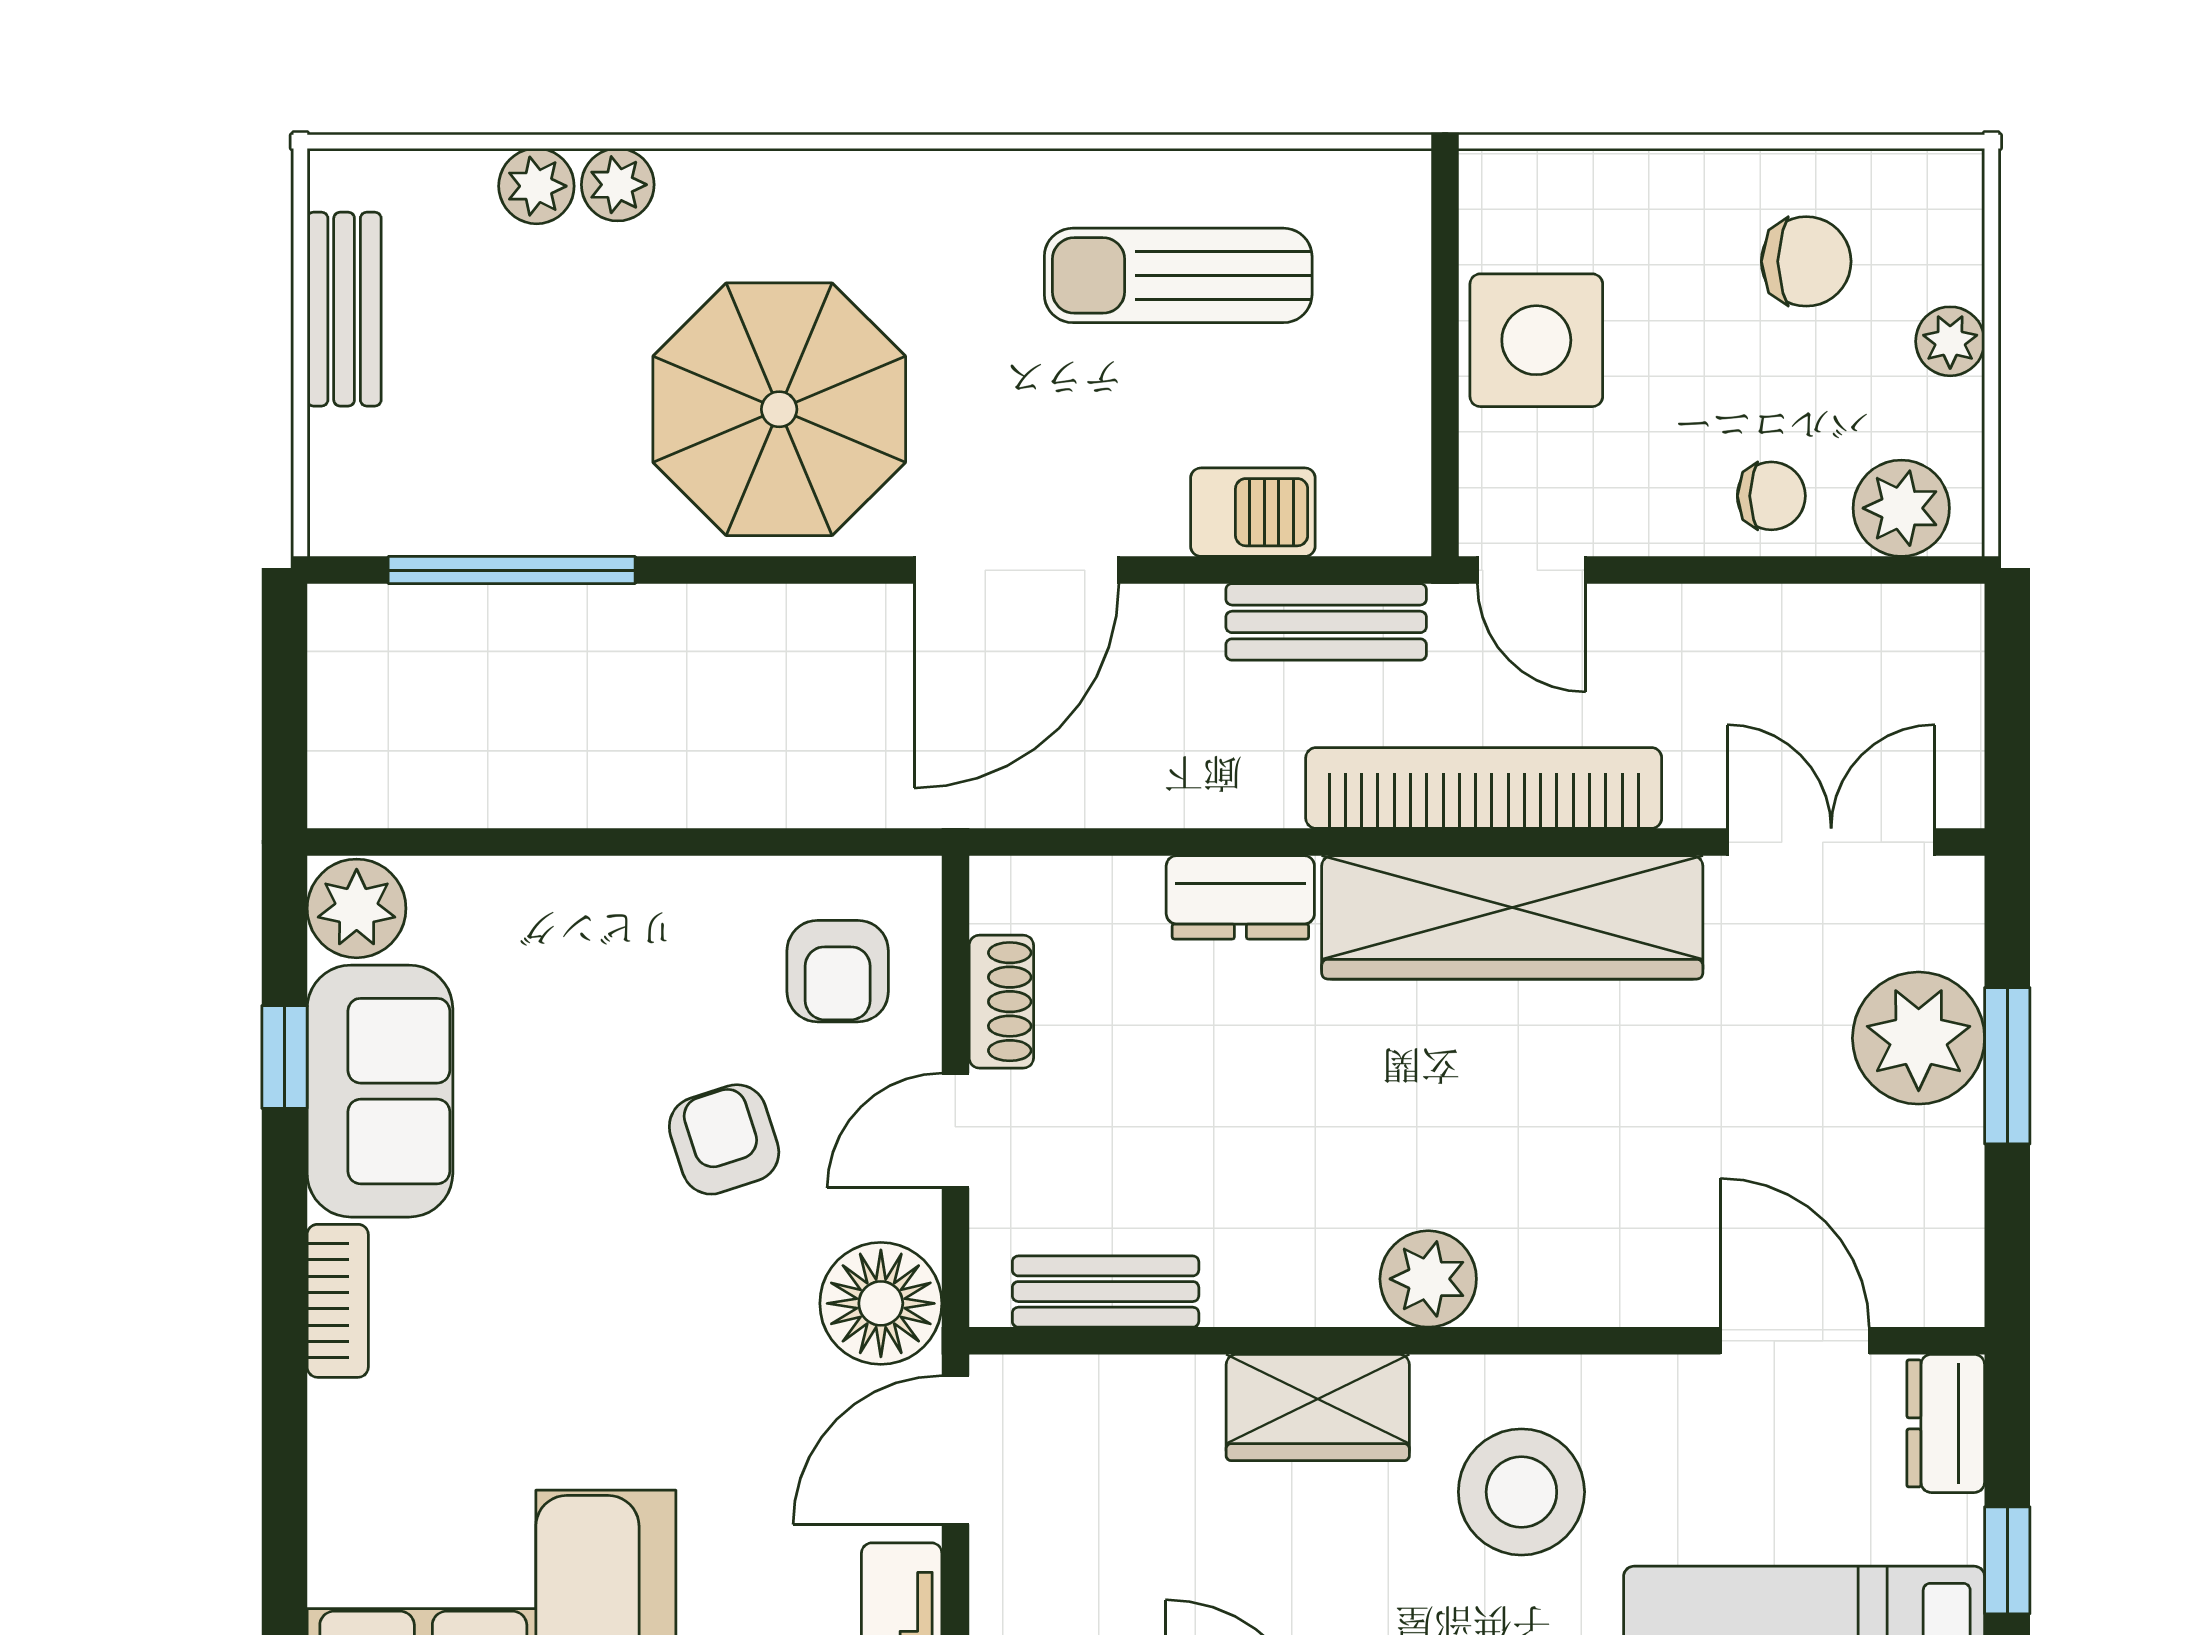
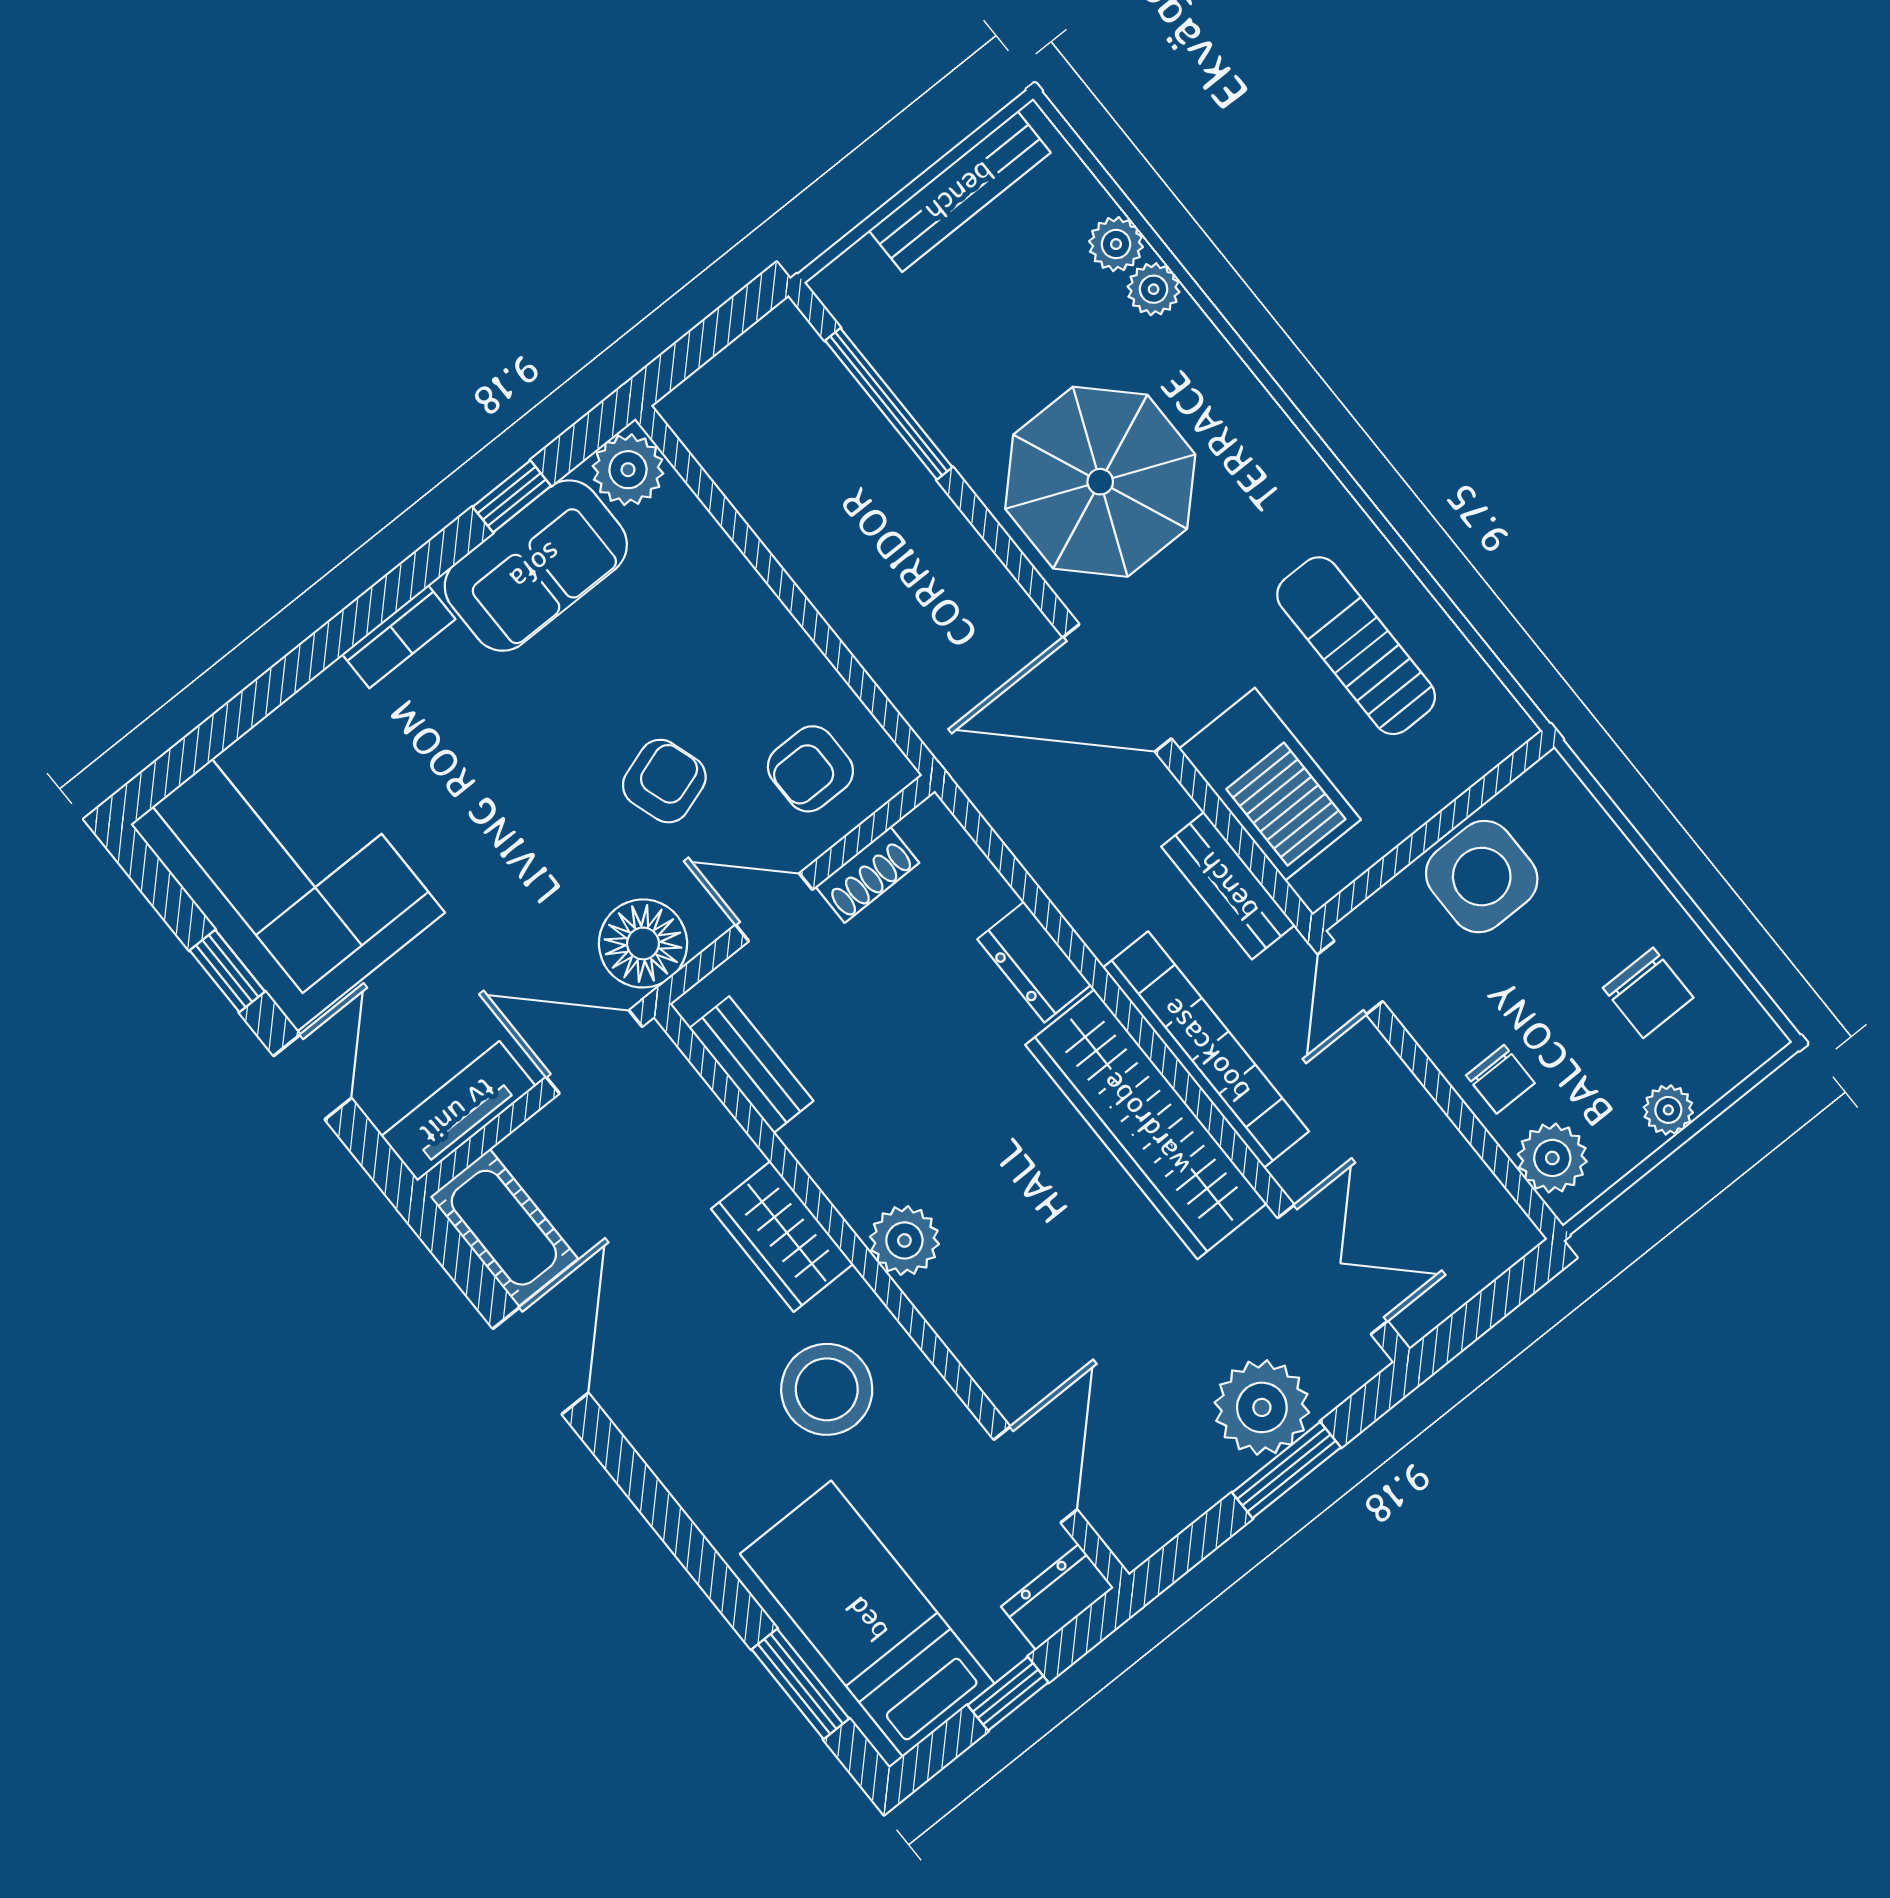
bench: (344, 309) -> (960, 192), width x1.36
barbecue: (1253, 512) -> (1270, 784), width x1.88, depth x1.53

